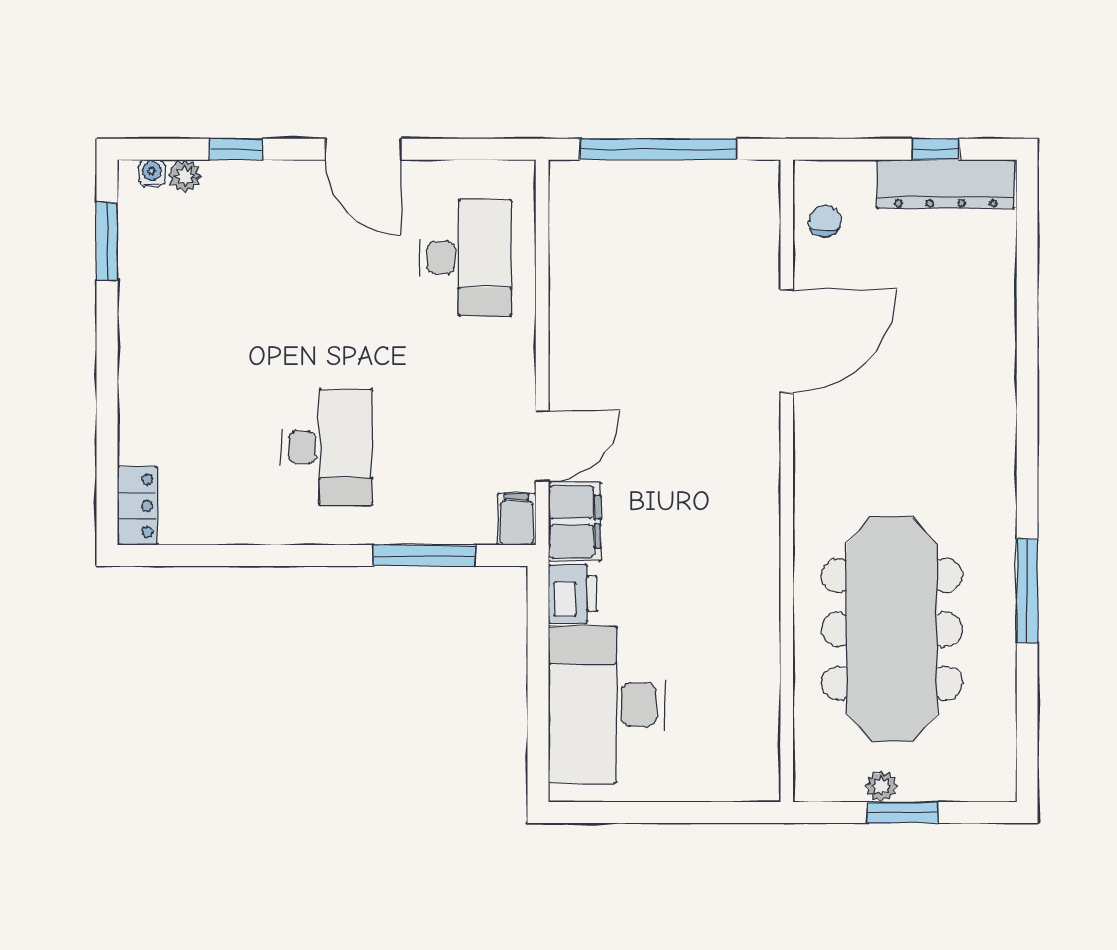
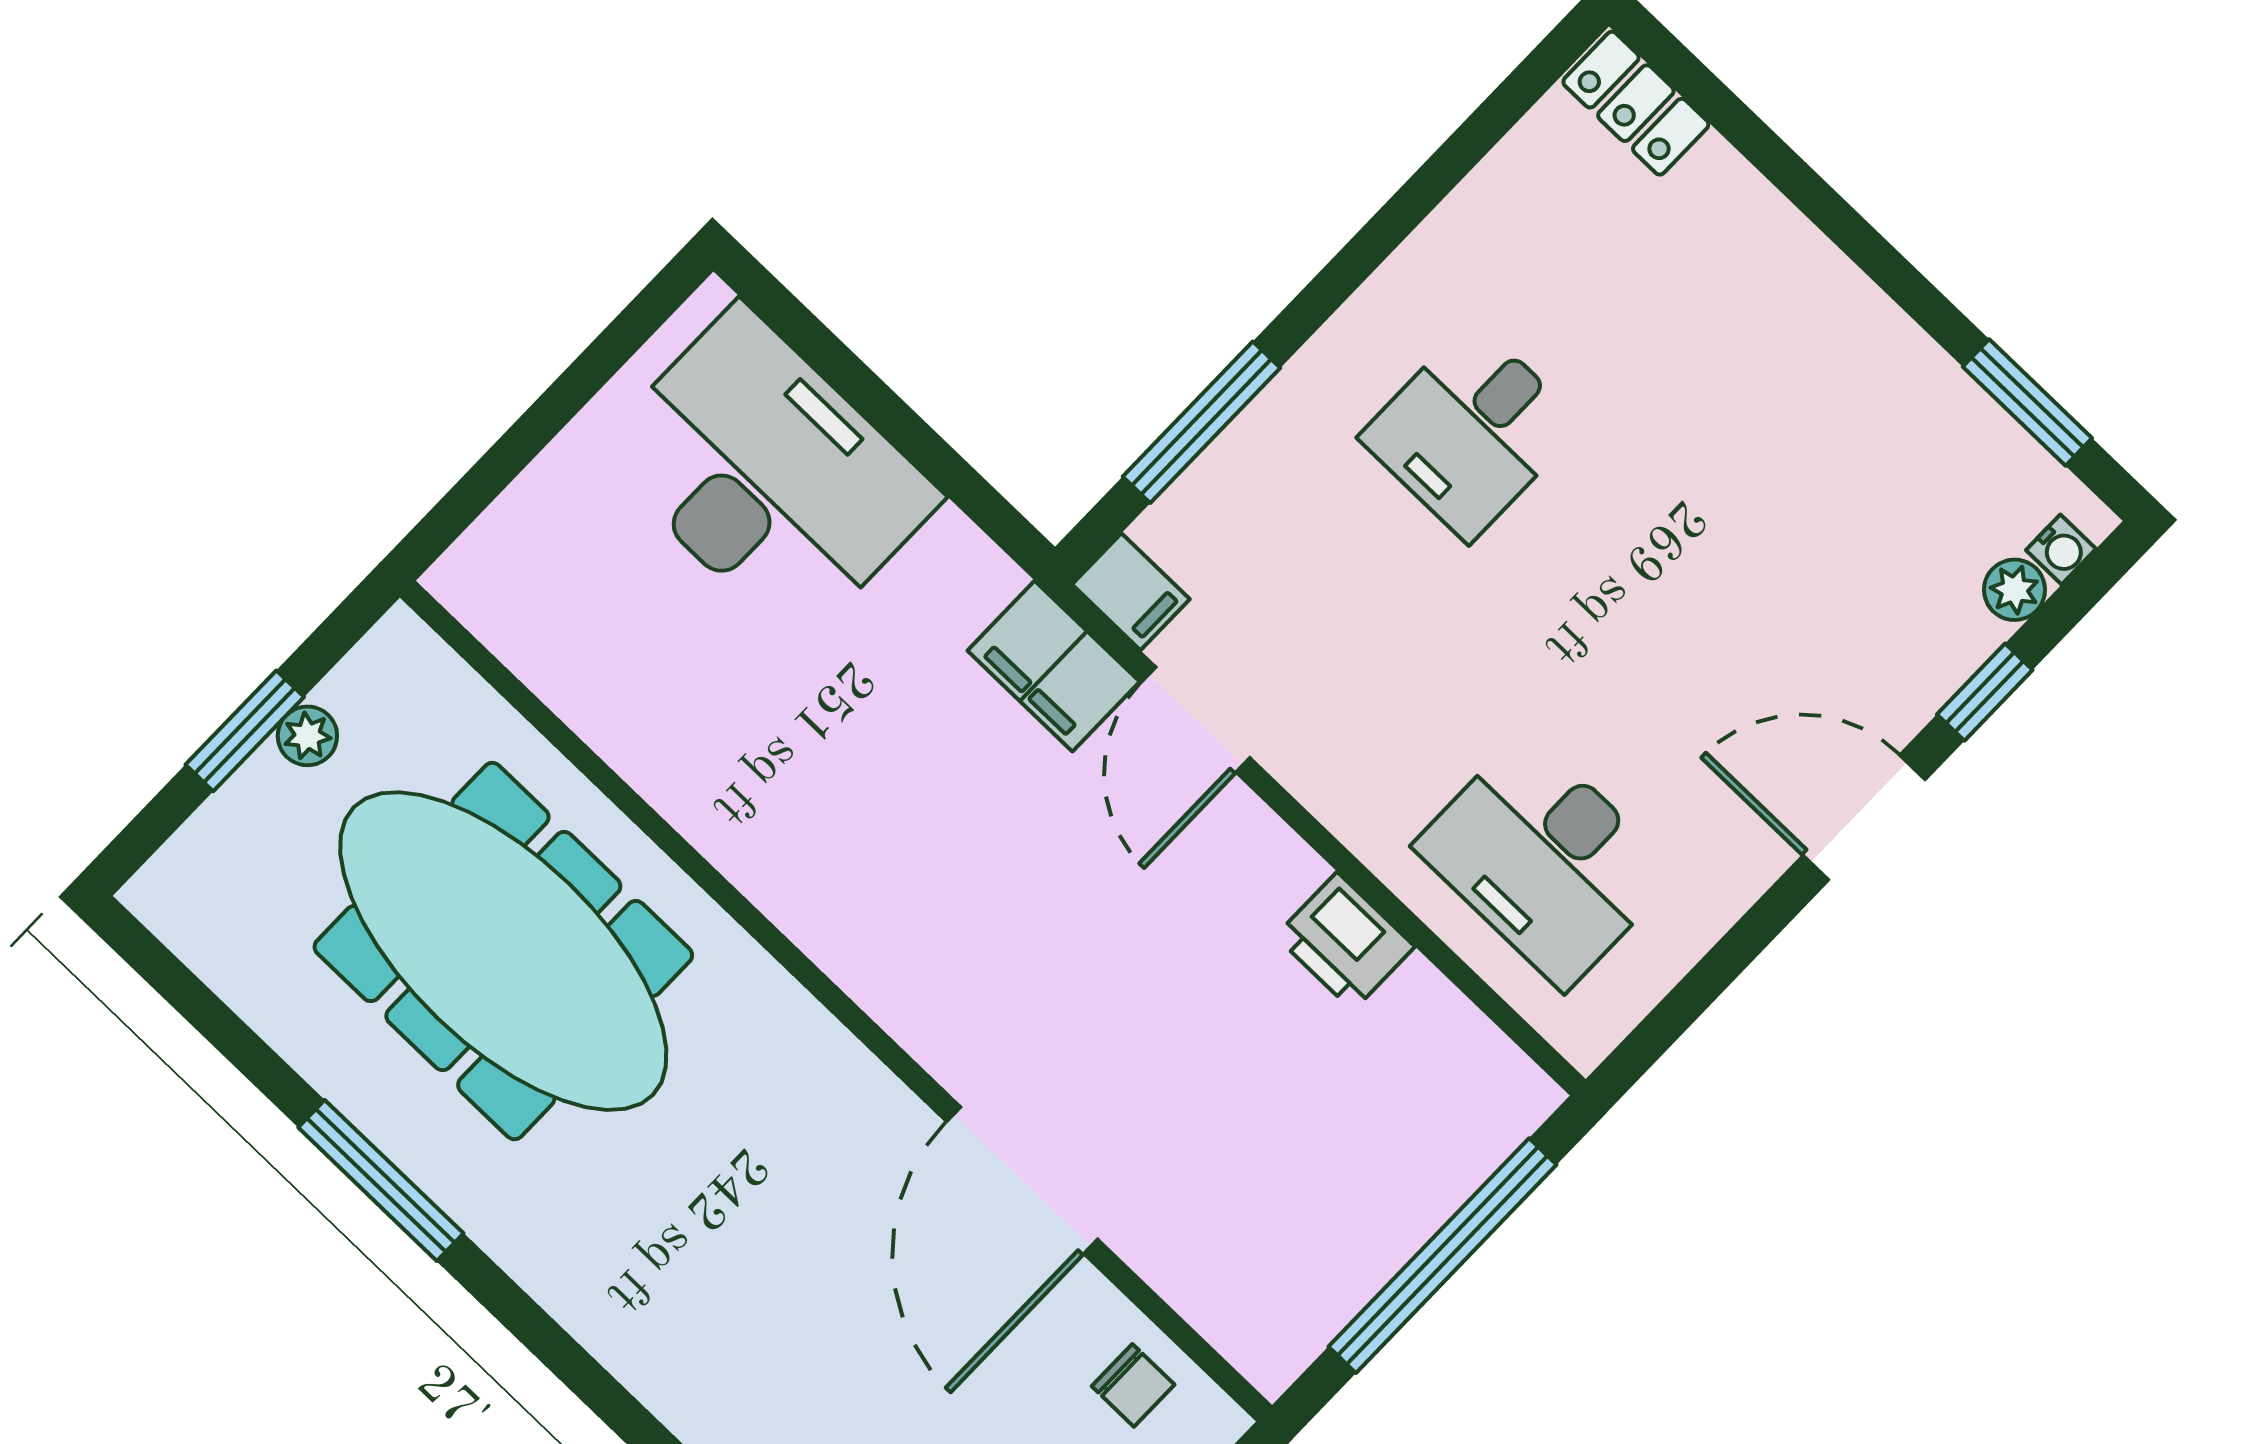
door: (363, 149) -> (1864, 817), moved
desk: (327, 447) -> (1471, 431), width x0.73
printer: (573, 594) -> (1345, 941), moved

